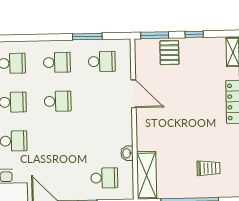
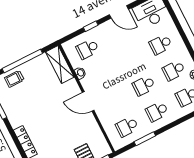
door: (134, 94) -> (88, 101), moved
trolley: (208, 168) -> (14, 79), moved

